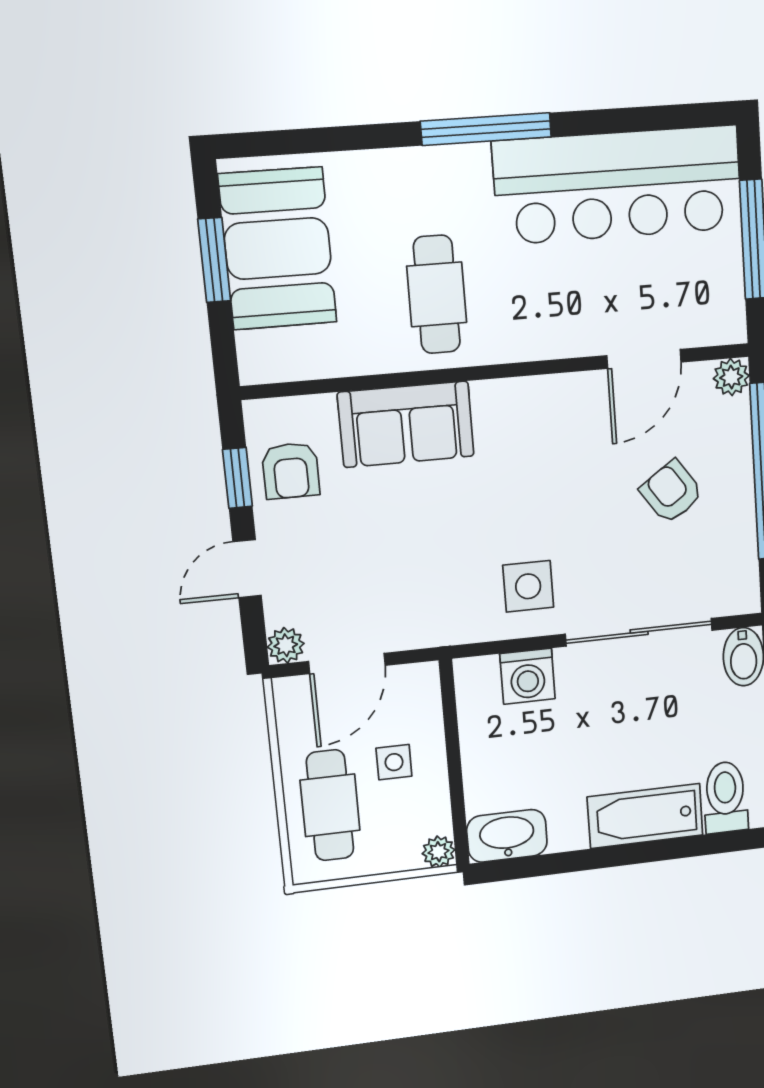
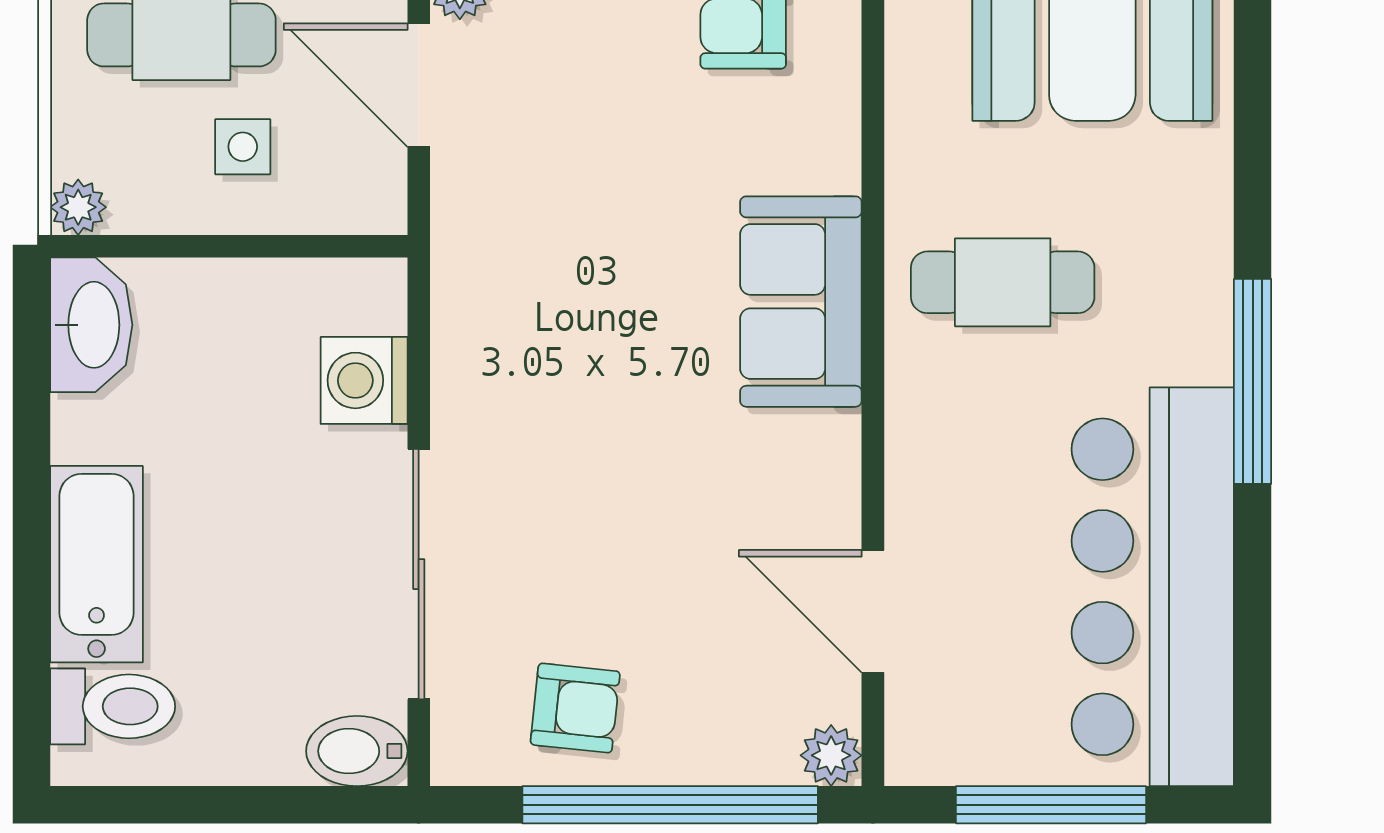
sofa: (406, 424) -> (801, 302), moved
armchair: (671, 492) -> (575, 708), moved, turned 41
side table: (528, 586) -> (516, 393), removed

